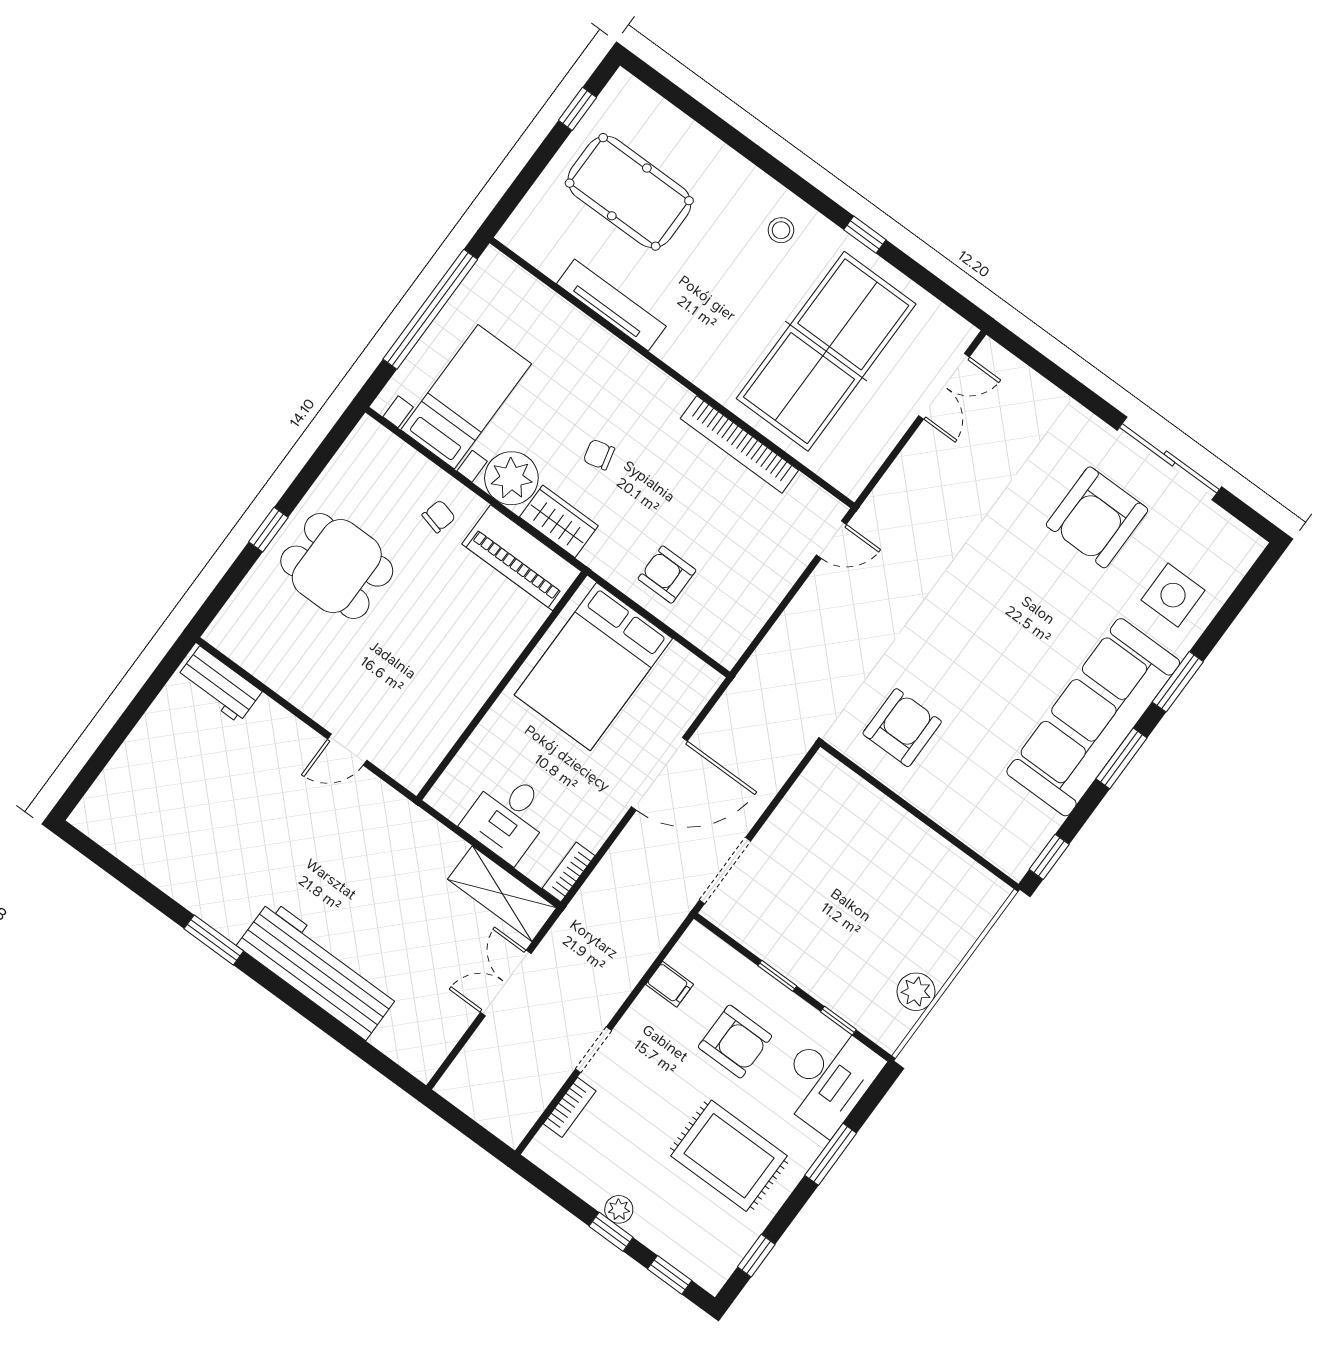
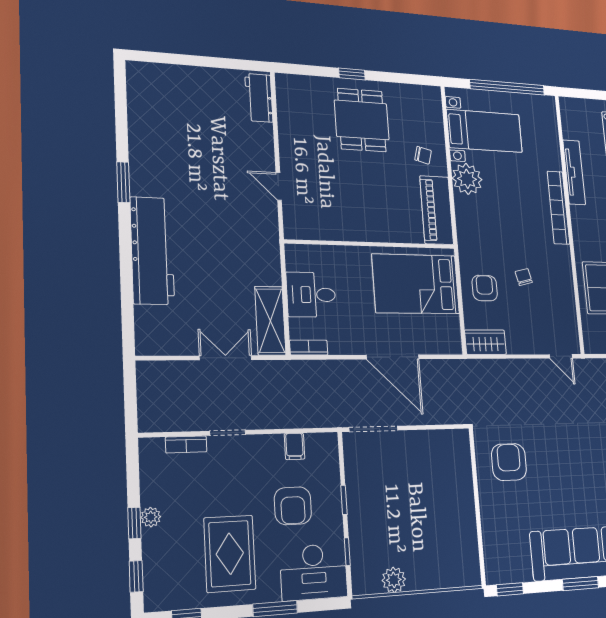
bookcase: (739, 444) -> (558, 208), moved
chair: (599, 455) -> (524, 277), moved
wardrobe: (559, 521) -> (485, 342), moved, turned -90
armchair: (902, 728) -> (509, 462), turned -90

